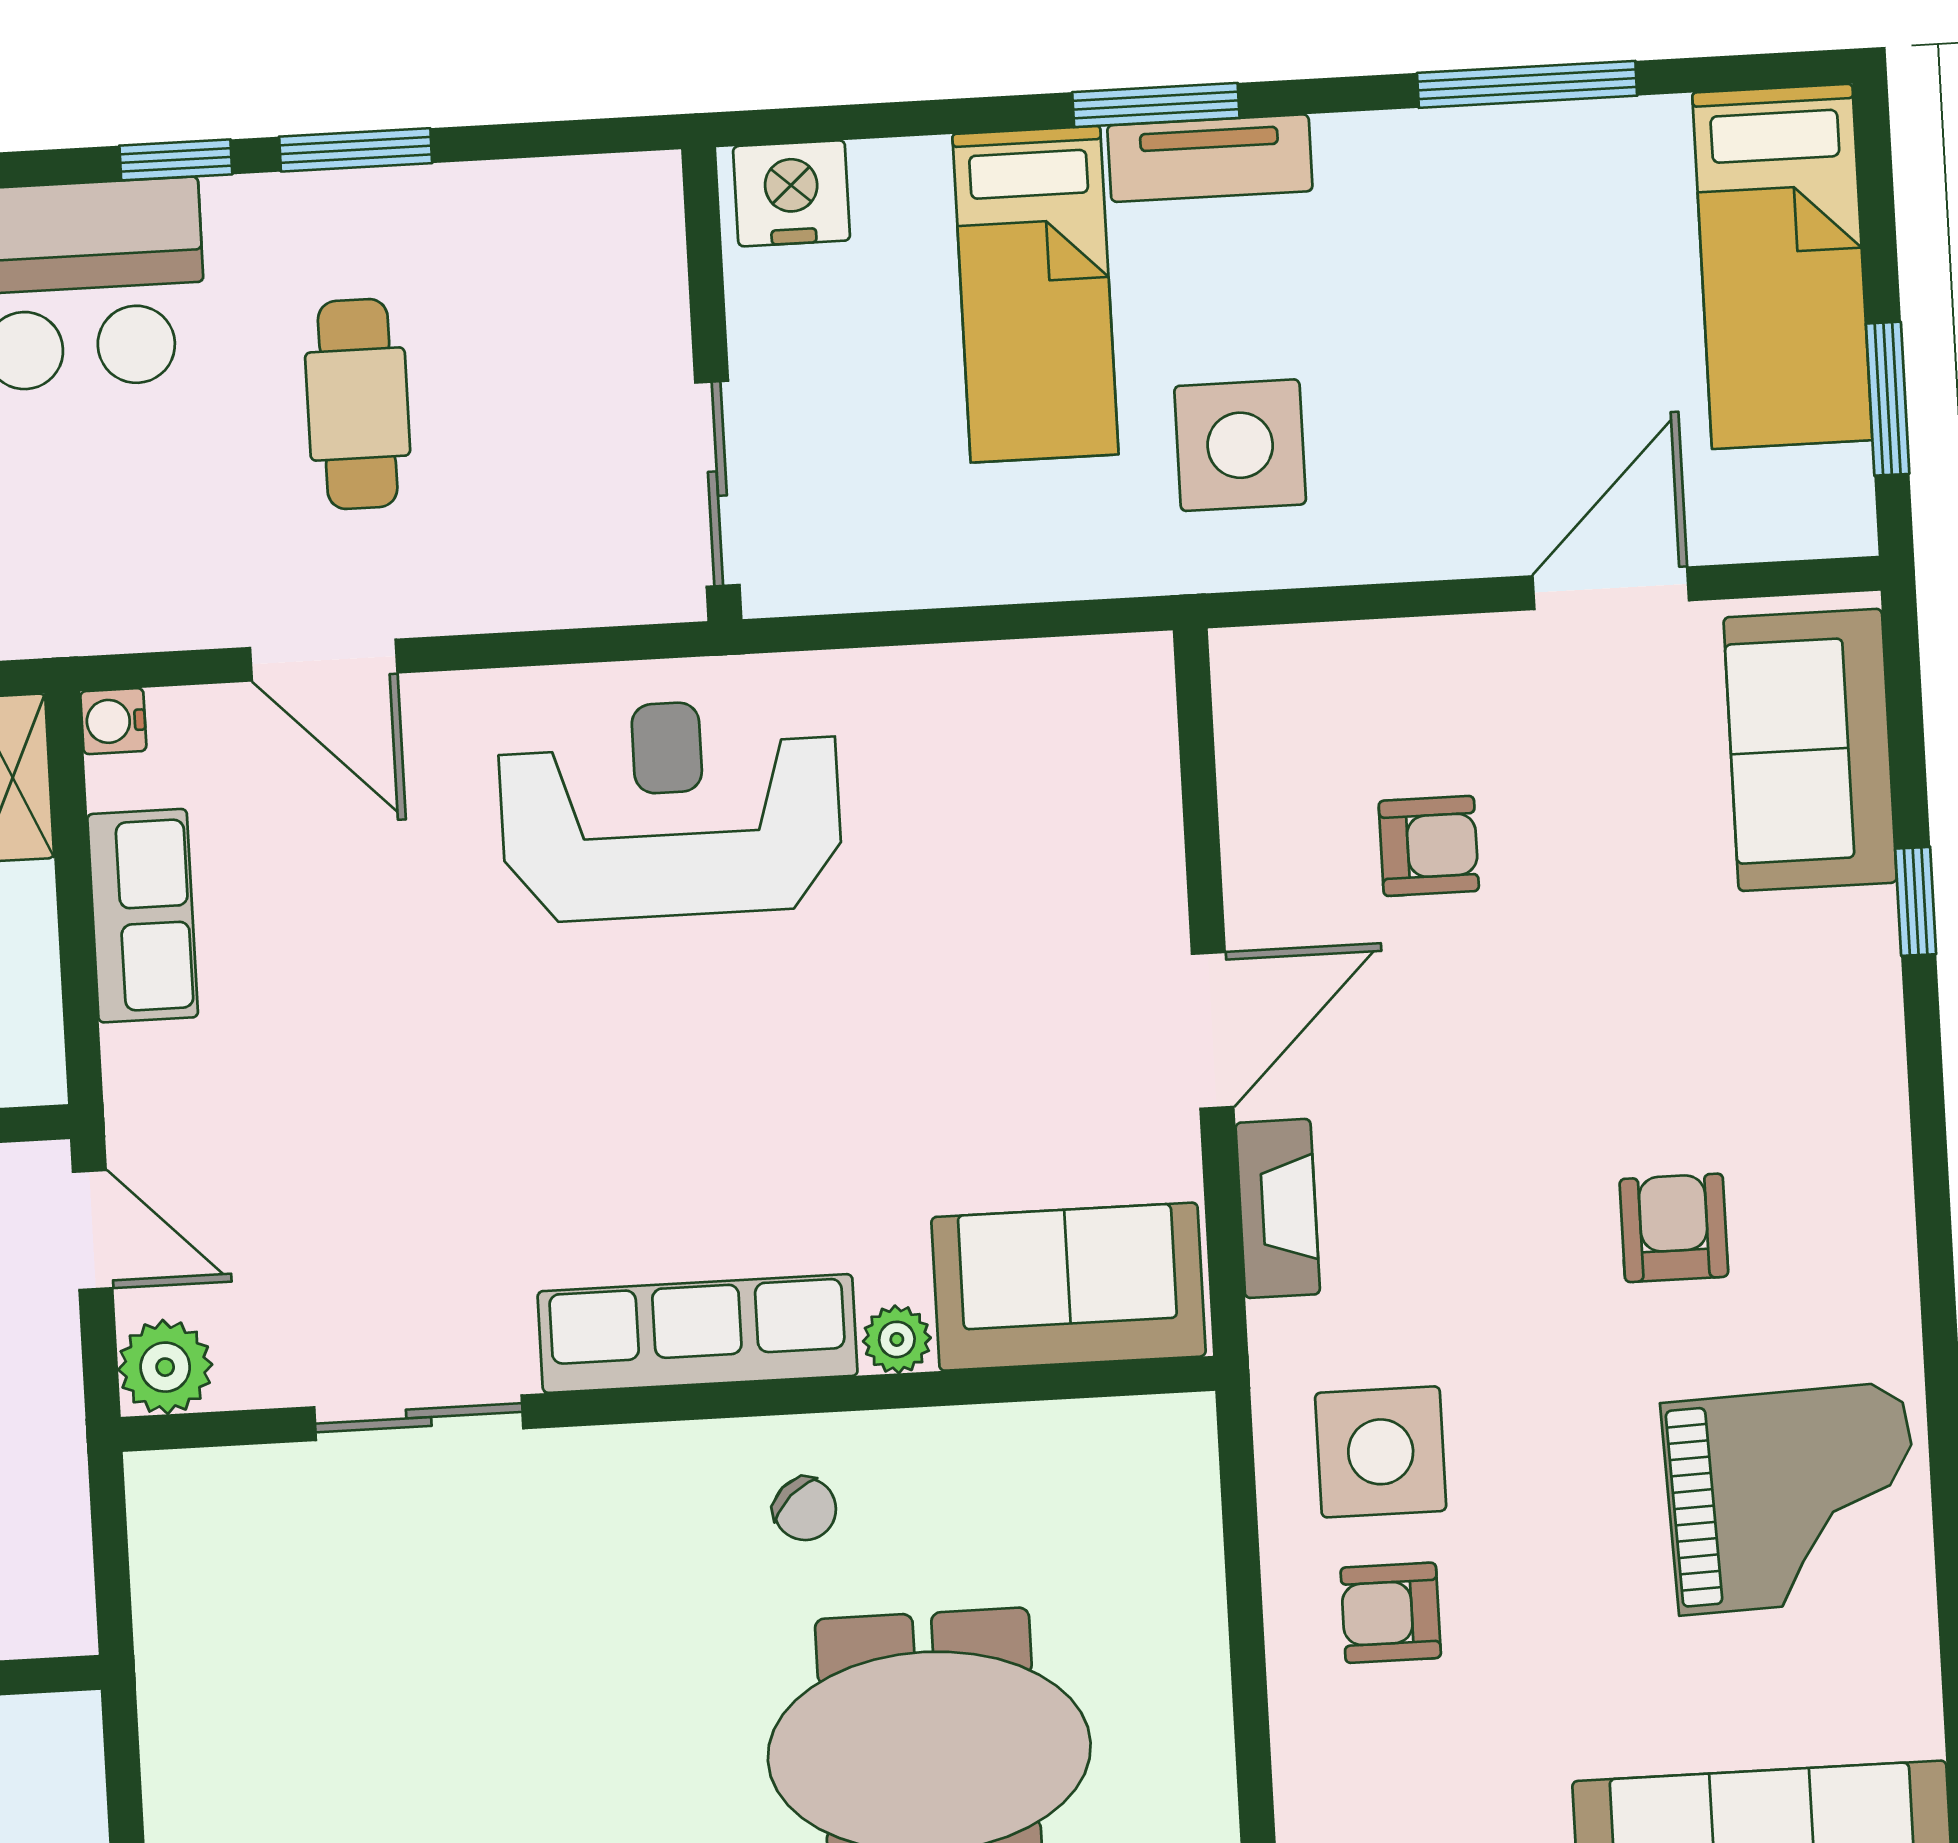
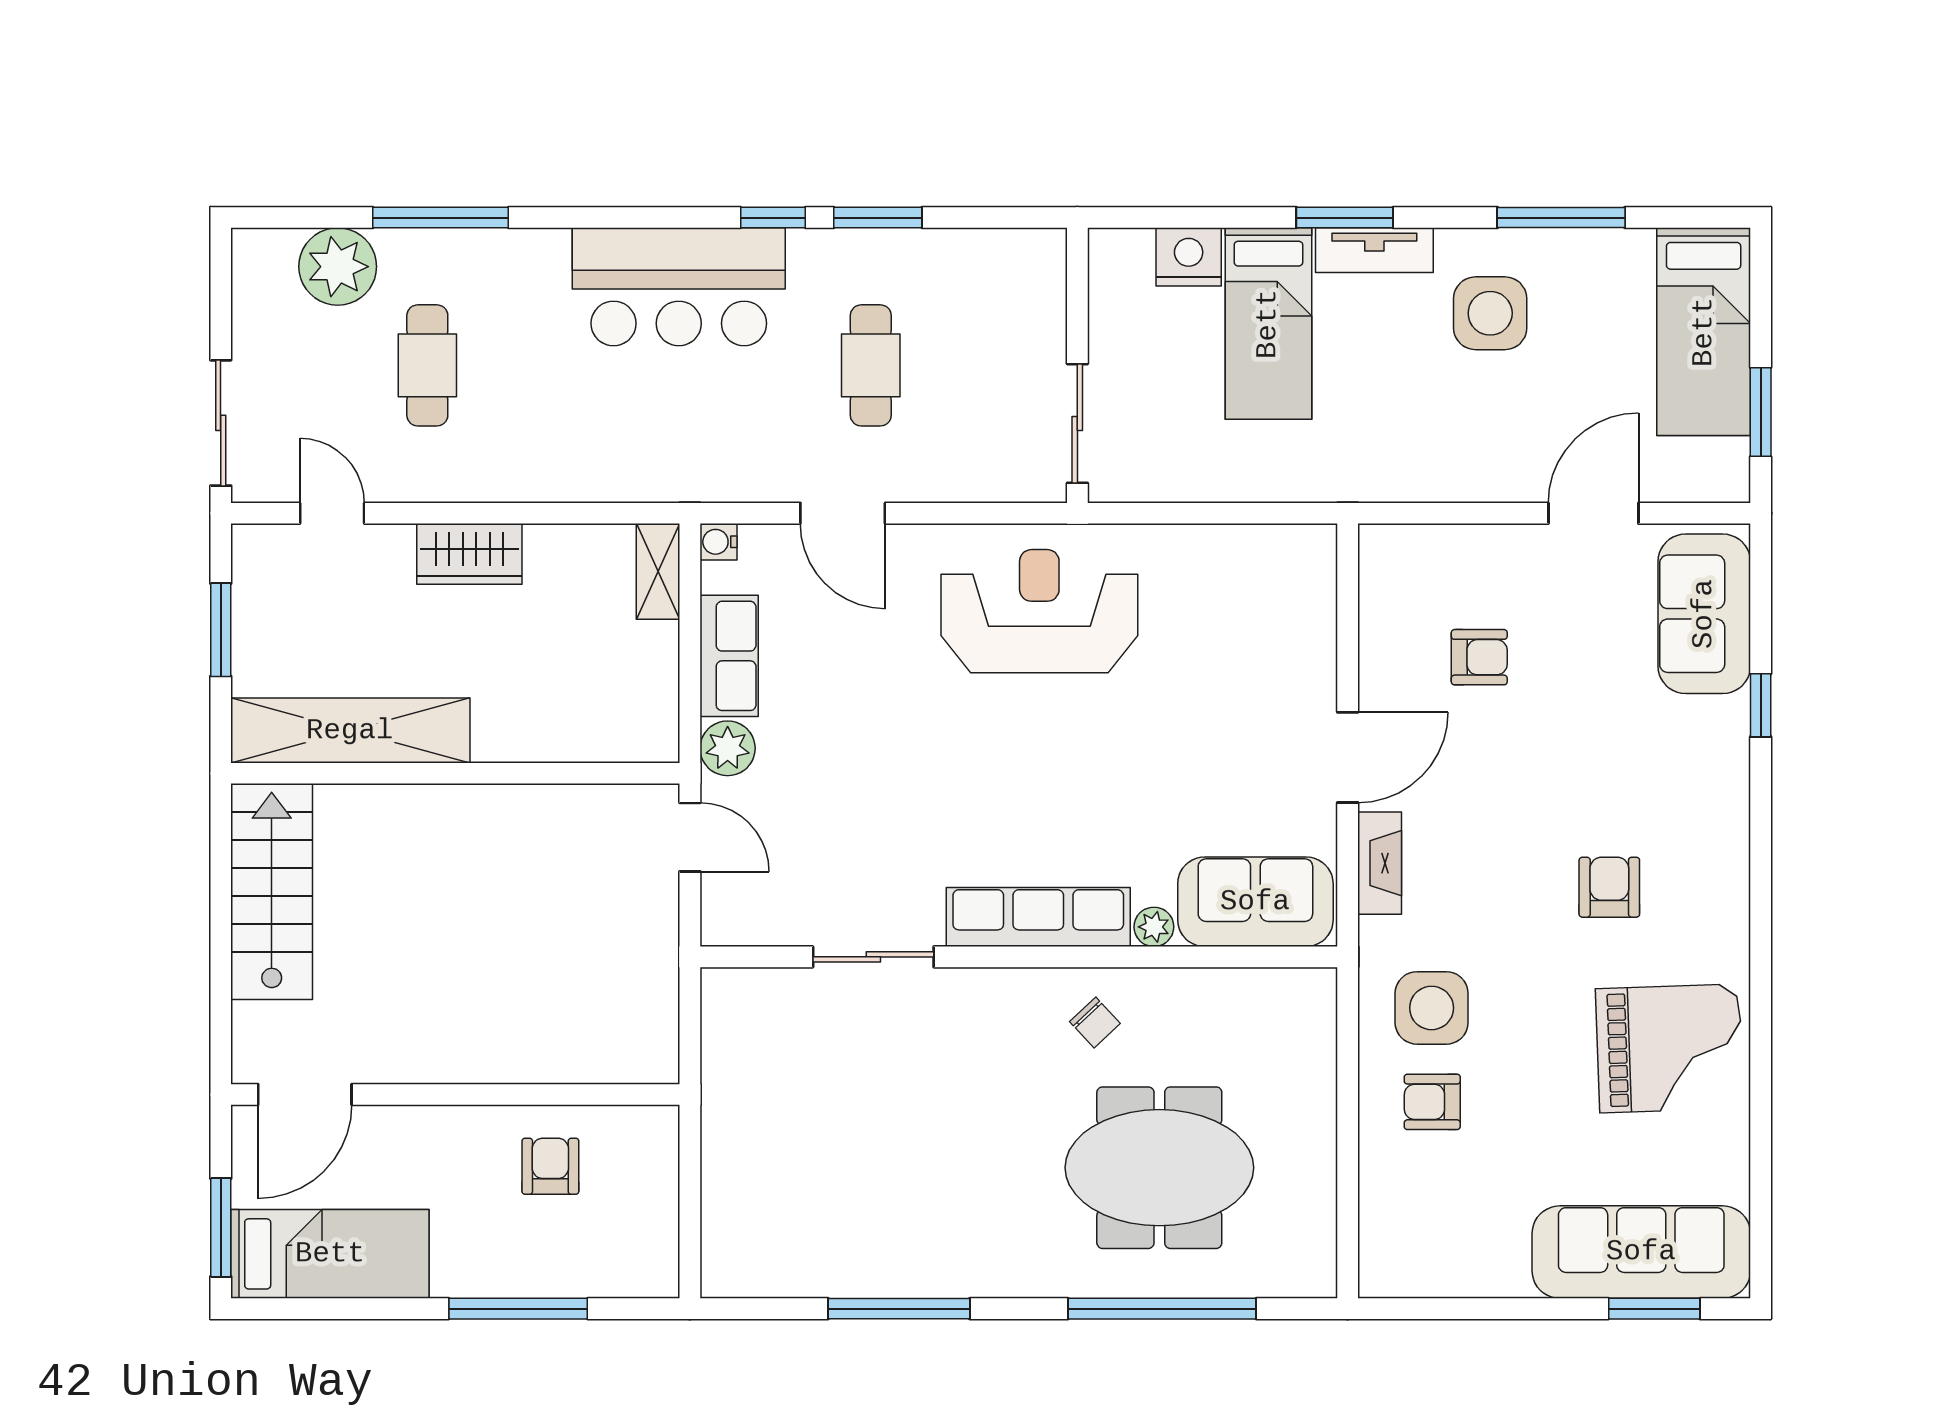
nightstand: (792, 193) -> (1189, 257), moved
side table: (1240, 445) -> (1490, 313), moved
plant: (165, 1367) -> (728, 748), moved

